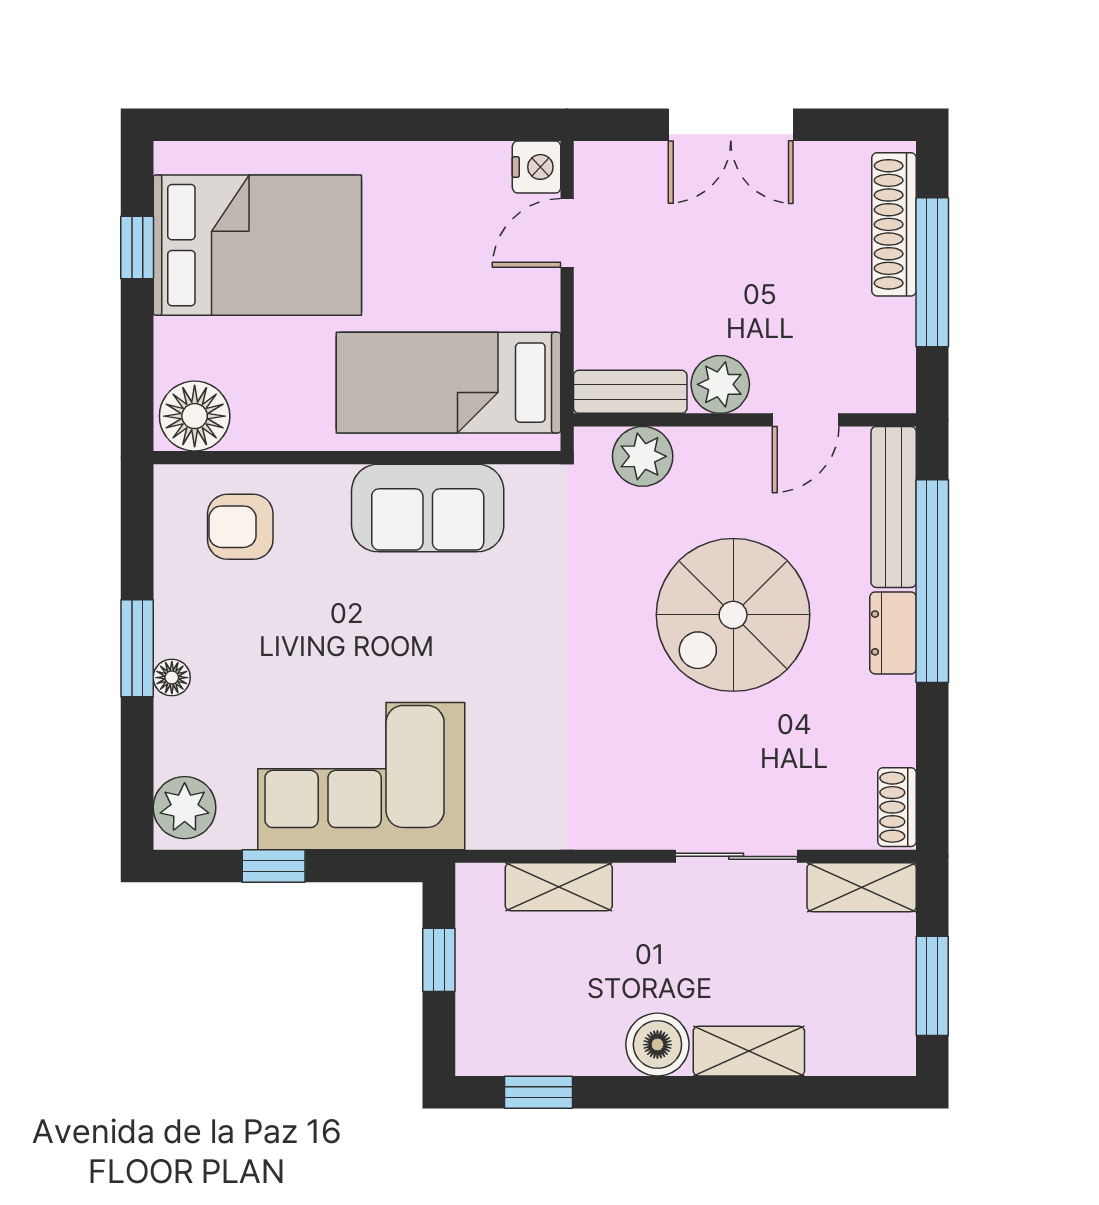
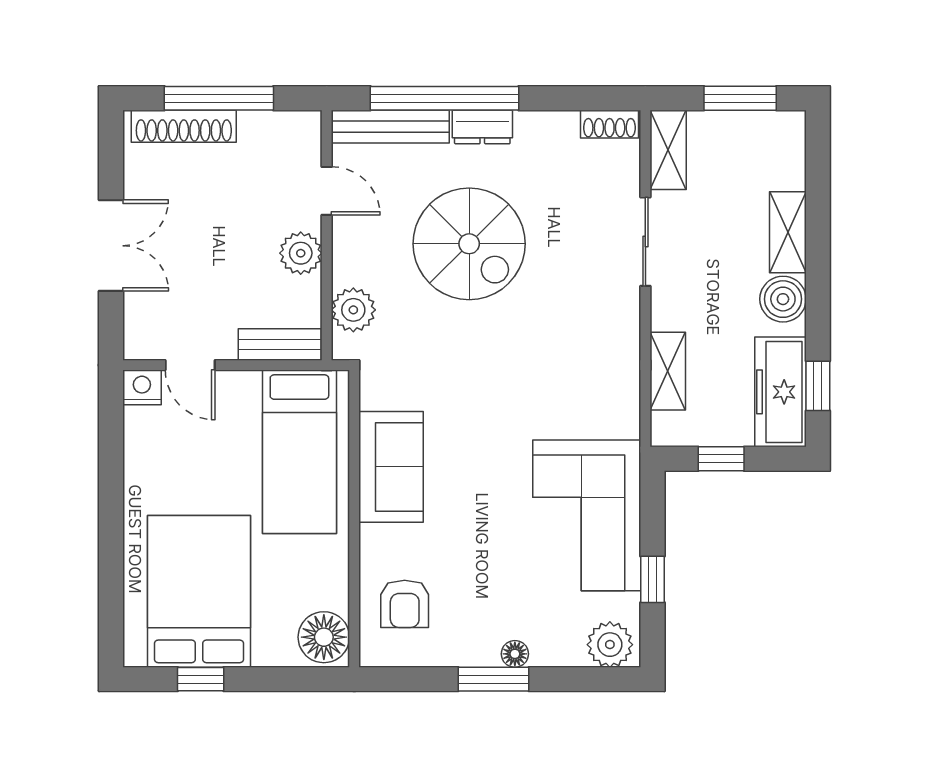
bench: (630, 392) -> (280, 345), moved, turned 90
freezer: (530, 1041) -> (780, 392), added

